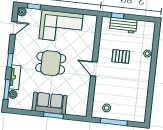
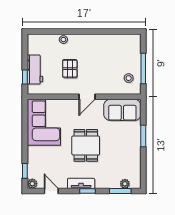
corner sofa: (61, 27) -> (44, 122), moved
tv unit: (15, 77) -> (81, 183), moved
sofa: (50, 103) -> (122, 110), moved, turned -90

